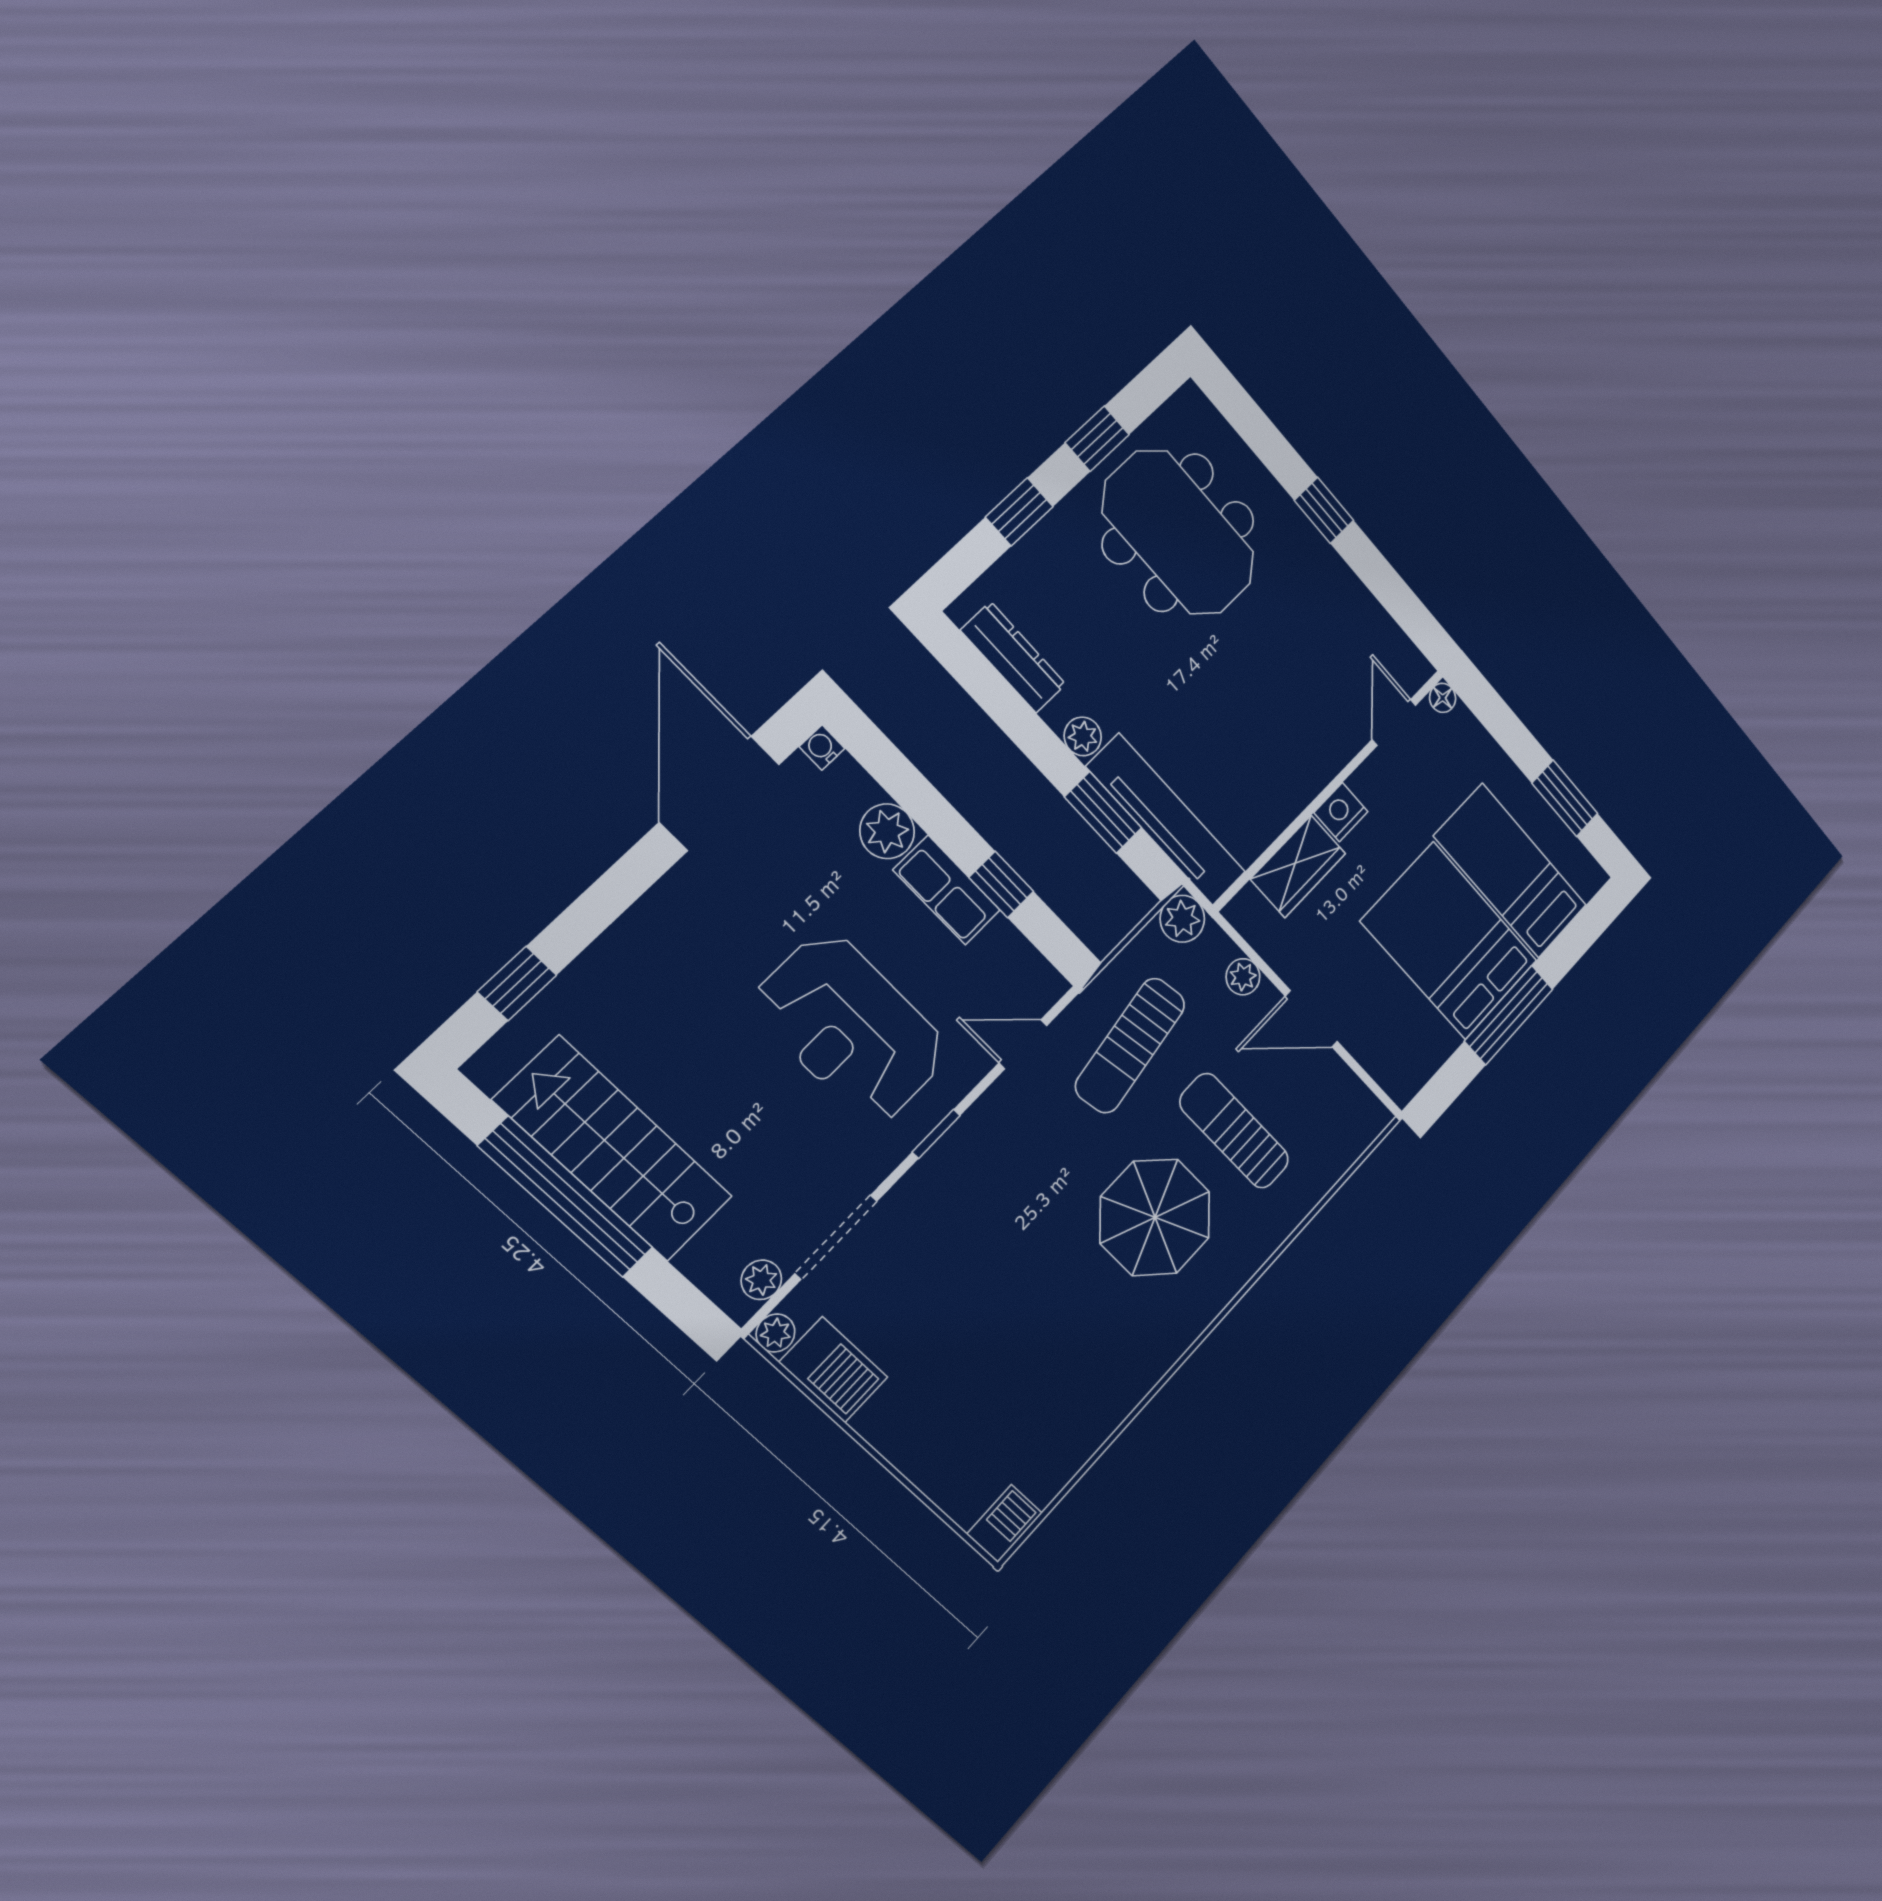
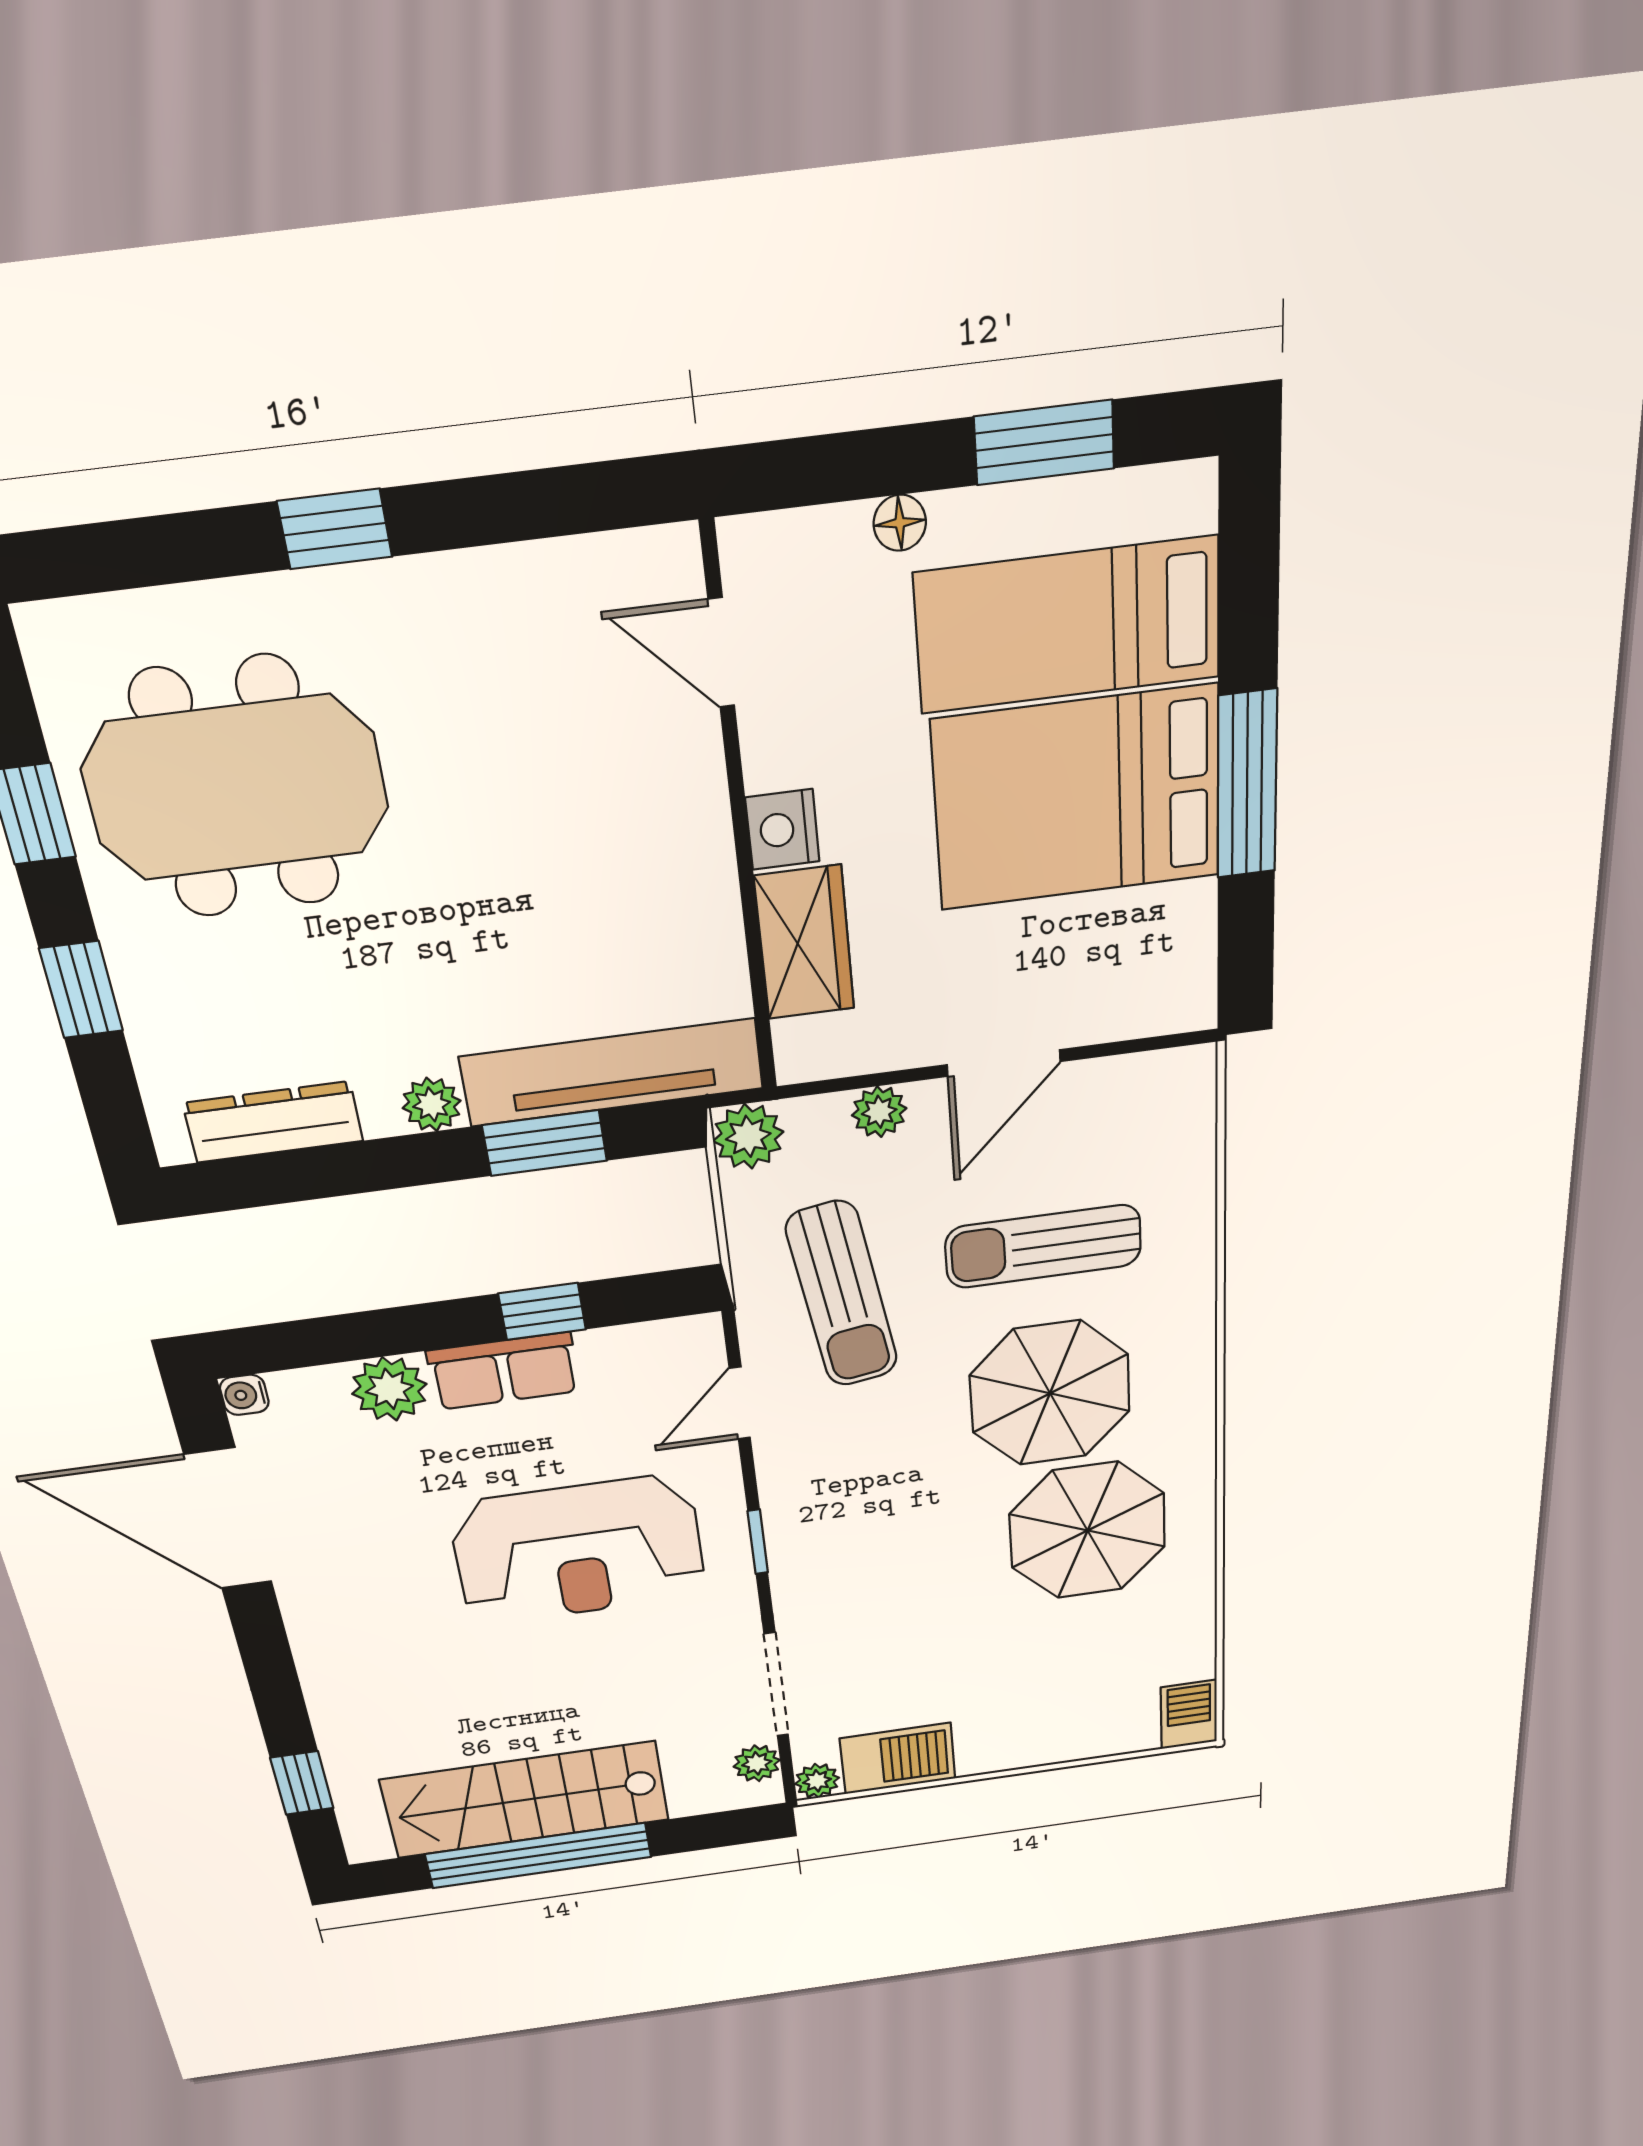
floor lamp: (1443, 698) -> (900, 523), moved
parasol: (1086, 1326) -> (1087, 1530), added

